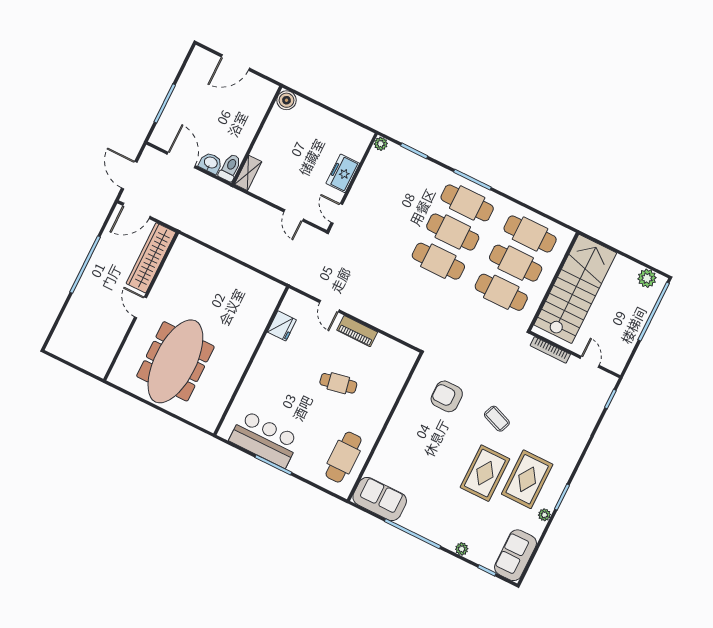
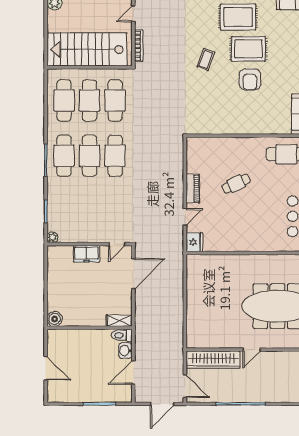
door: (294, 215) -> (133, 274), width x1.88
fridge: (282, 326) -> (194, 242), moved, turned 90
cafe table: (338, 383) -> (236, 184), turned 76
armchair: (447, 396) -> (250, 79), moved

